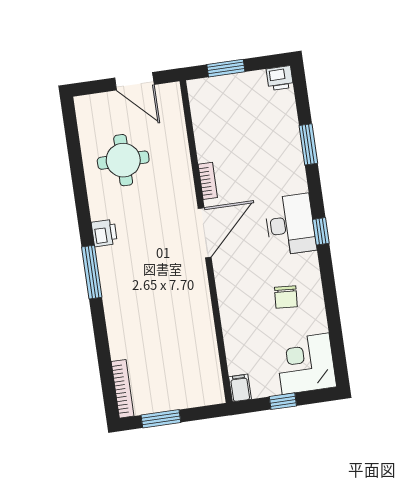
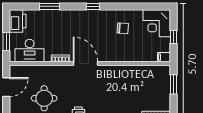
printer: (280, 78) -> (18, 21), width x1.87, depth x1.48
desk: (290, 225) -> (30, 51), moved, turned 180
window: (161, 419) -> (174, 84), moved

